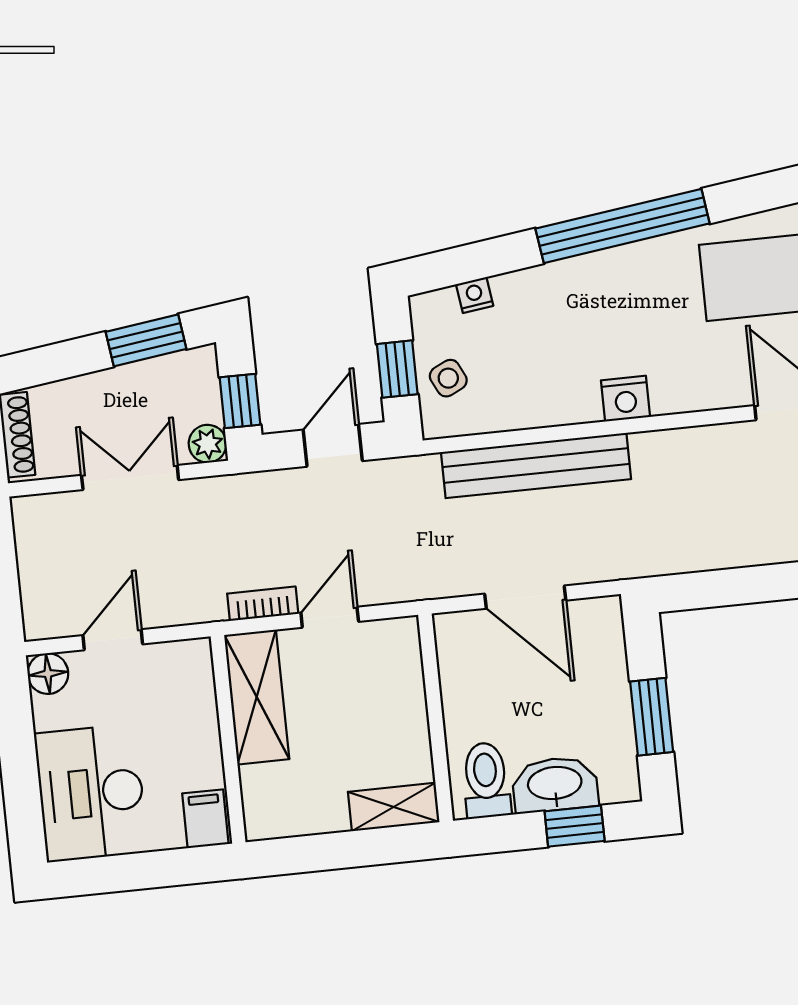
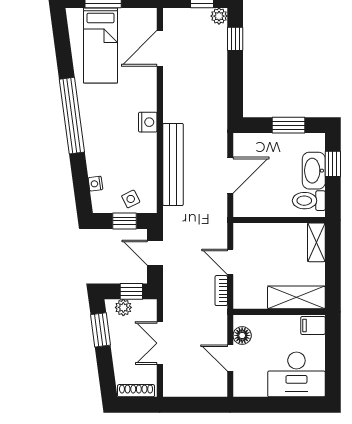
plant: (208, 444) -> (123, 307), moved
floor lamp: (48, 674) -> (242, 335), moved
shelving: (257, 697) -> (296, 297), moved

